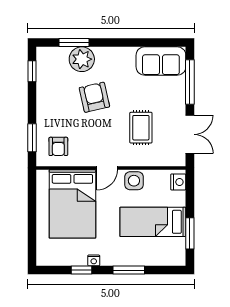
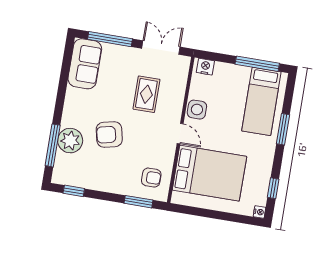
window: (74, 43) -> (53, 145), width x1.44
rug: (141, 128) -> (146, 94), turned 90
bed: (153, 222) -> (261, 101), moved
window: (190, 233) -> (257, 64), width x1.44
nightstand: (94, 260) -> (260, 212), moved
window: (81, 270) -> (273, 188), moved

